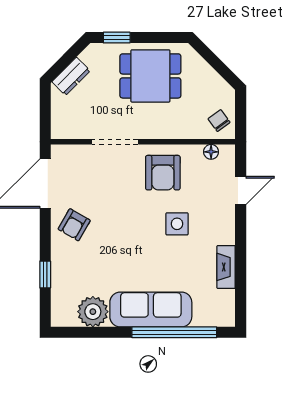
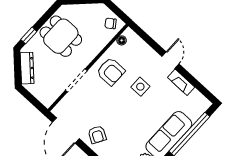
dresser: (71, 76) -> (27, 68), width x1.44
dining table: (150, 76) -> (61, 36), turned 90
door: (241, 190) -> (170, 60), moved

